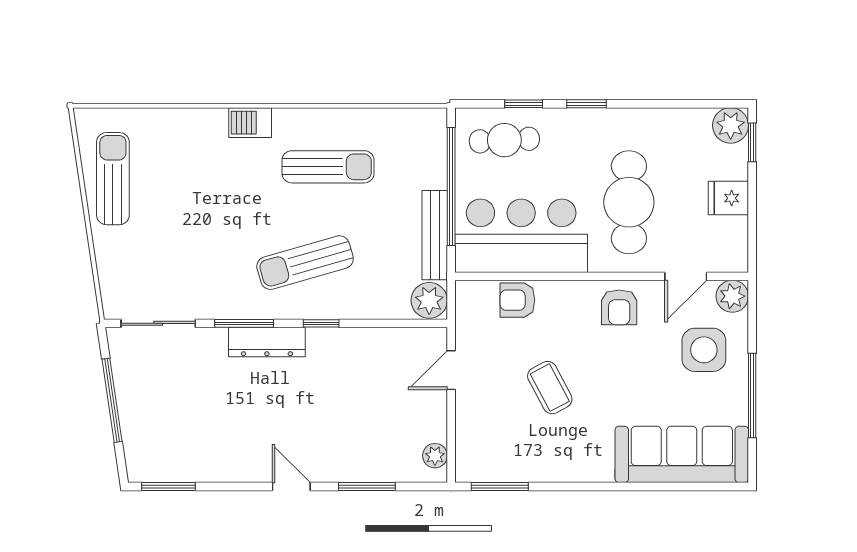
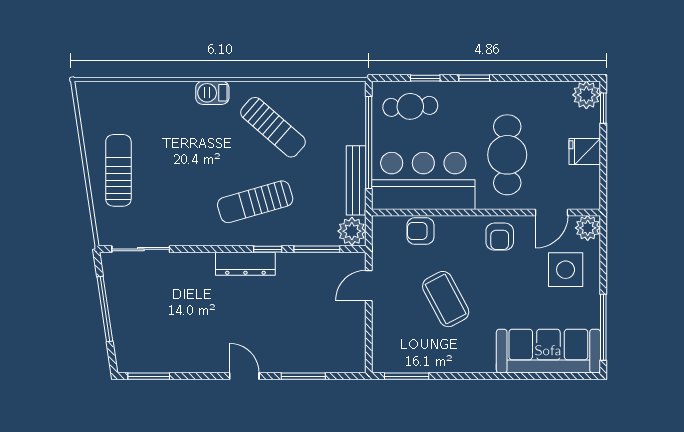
sun lounger: (328, 167) -> (273, 127), turned 41
sun lounger: (113, 179) -> (118, 170), moved
window: (244, 323) -> (317, 249), moved
dresser: (267, 342) -> (245, 264), moved
coffee table: (550, 388) -> (446, 299), width x1.36, depth x1.30
window: (752, 396) -> (603, 327), moved
plant: (435, 456) -> (356, 352), removed

